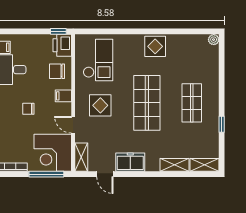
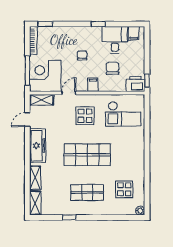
display table: (155, 46) -> (124, 189), moved
chair: (57, 71) -> (112, 68), moved
freezer: (130, 162) -> (38, 146), width x1.40

